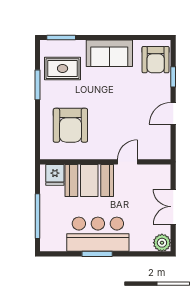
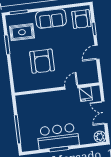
armchair: (70, 125) -> (42, 61), moved
fridge: (55, 175) -> (86, 94), moved
booth: (89, 181) -> (48, 102), removed

